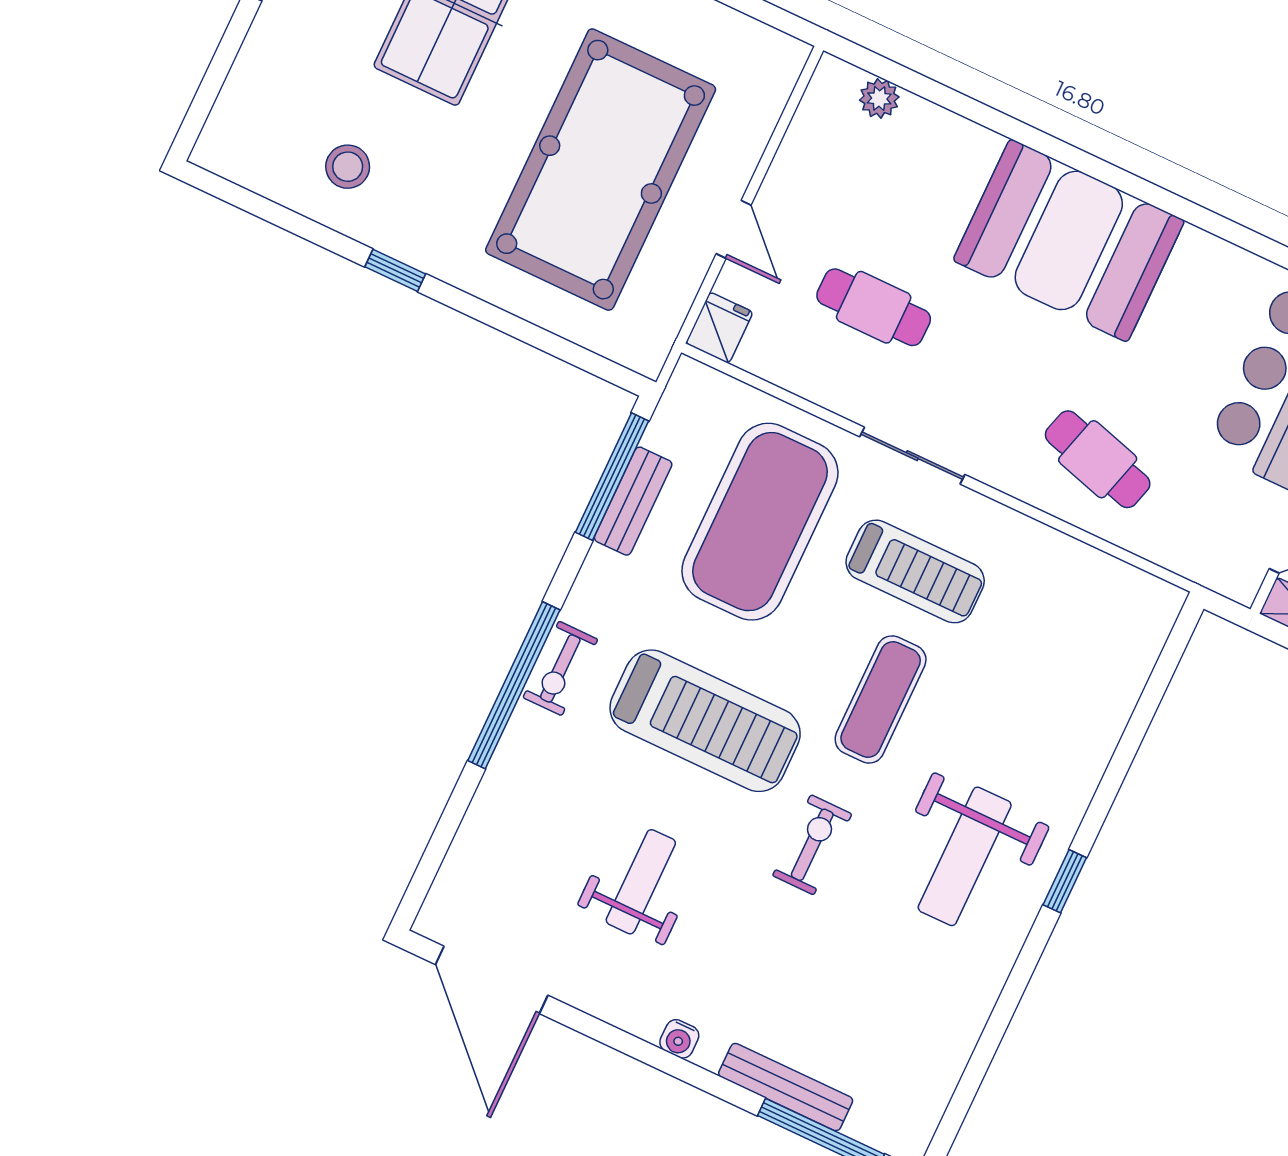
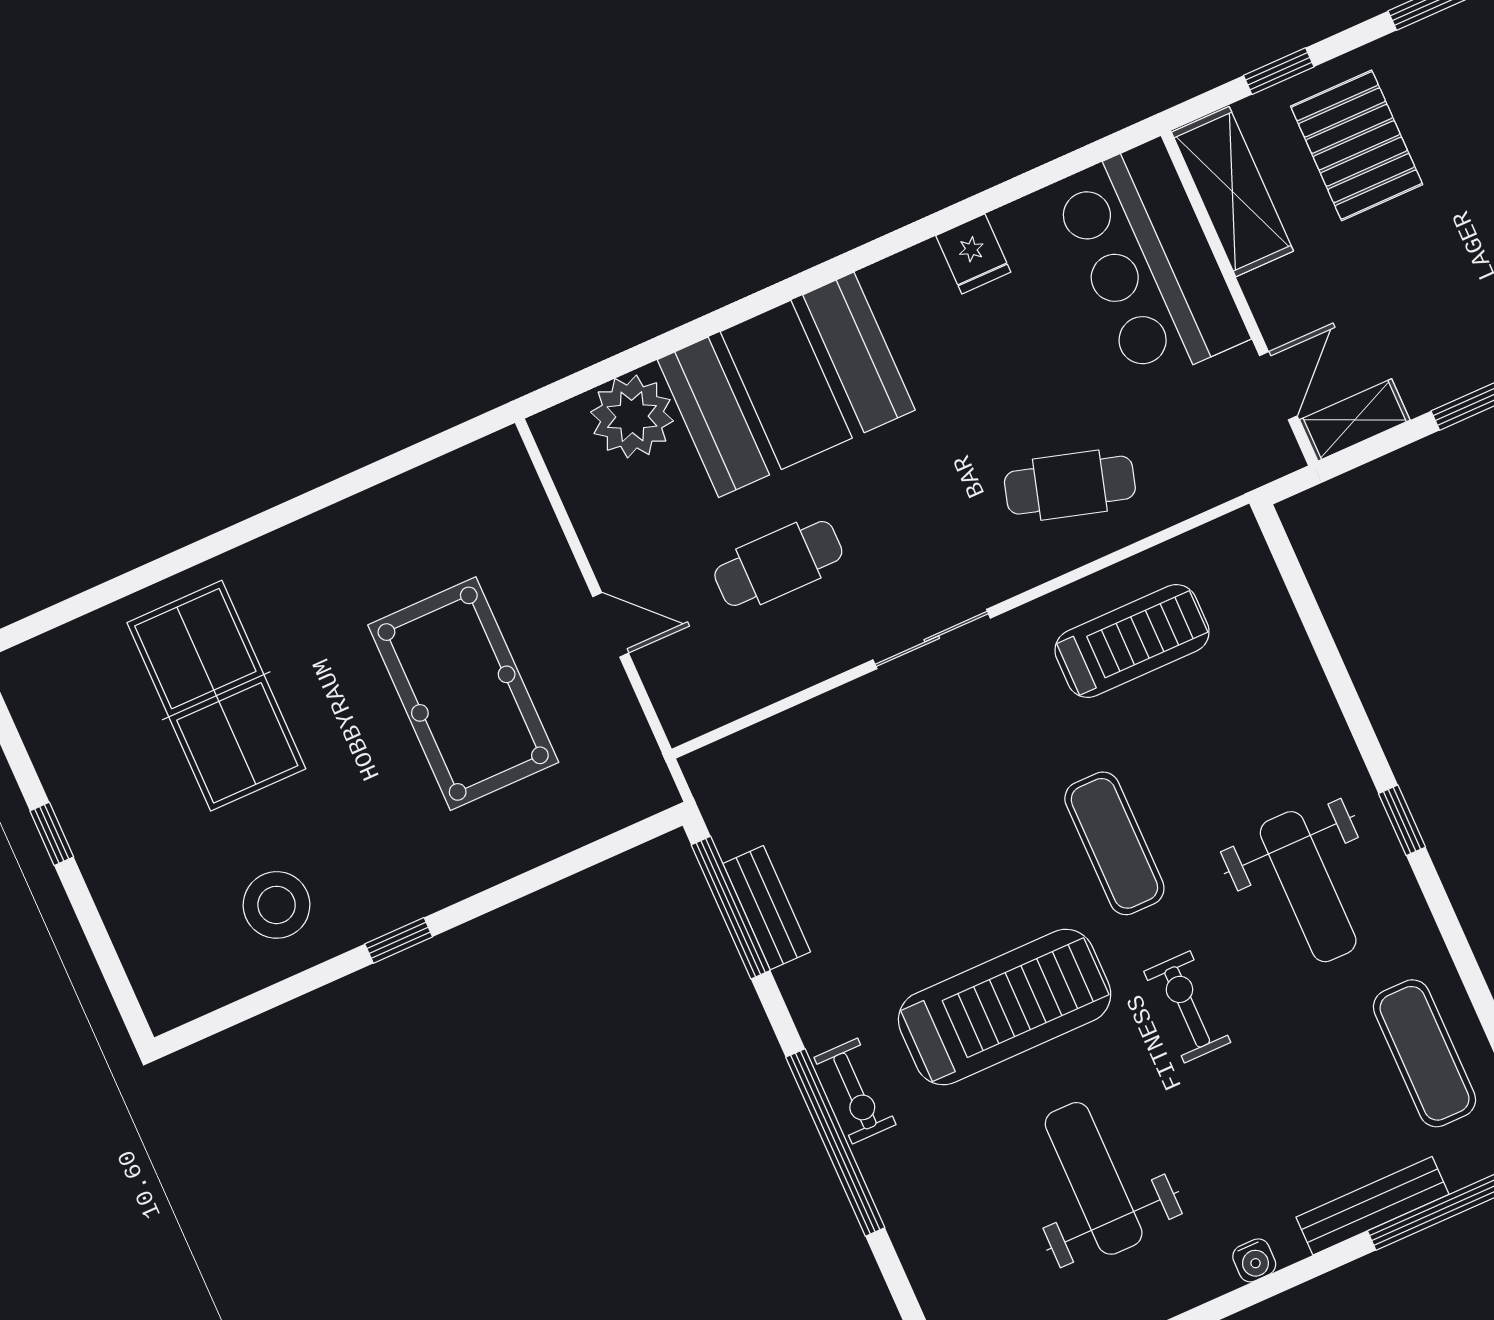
plant: (879, 98) -> (632, 417), width x1.87, depth x1.87
stool: (348, 167) -> (277, 905), width x1.38, depth x1.38
pool table: (601, 170) -> (463, 694), width x0.73, depth x0.76
booth: (1069, 240) -> (786, 385), moved
fridge: (719, 328) -> (973, 254), moved, turned 180
exercise mat: (760, 522) -> (1425, 1053), moved, width x0.50, depth x0.69
treadmill: (915, 571) -> (1132, 641), moved
weight bench: (641, 882) -> (1094, 1178), width x1.36, depth x1.33

